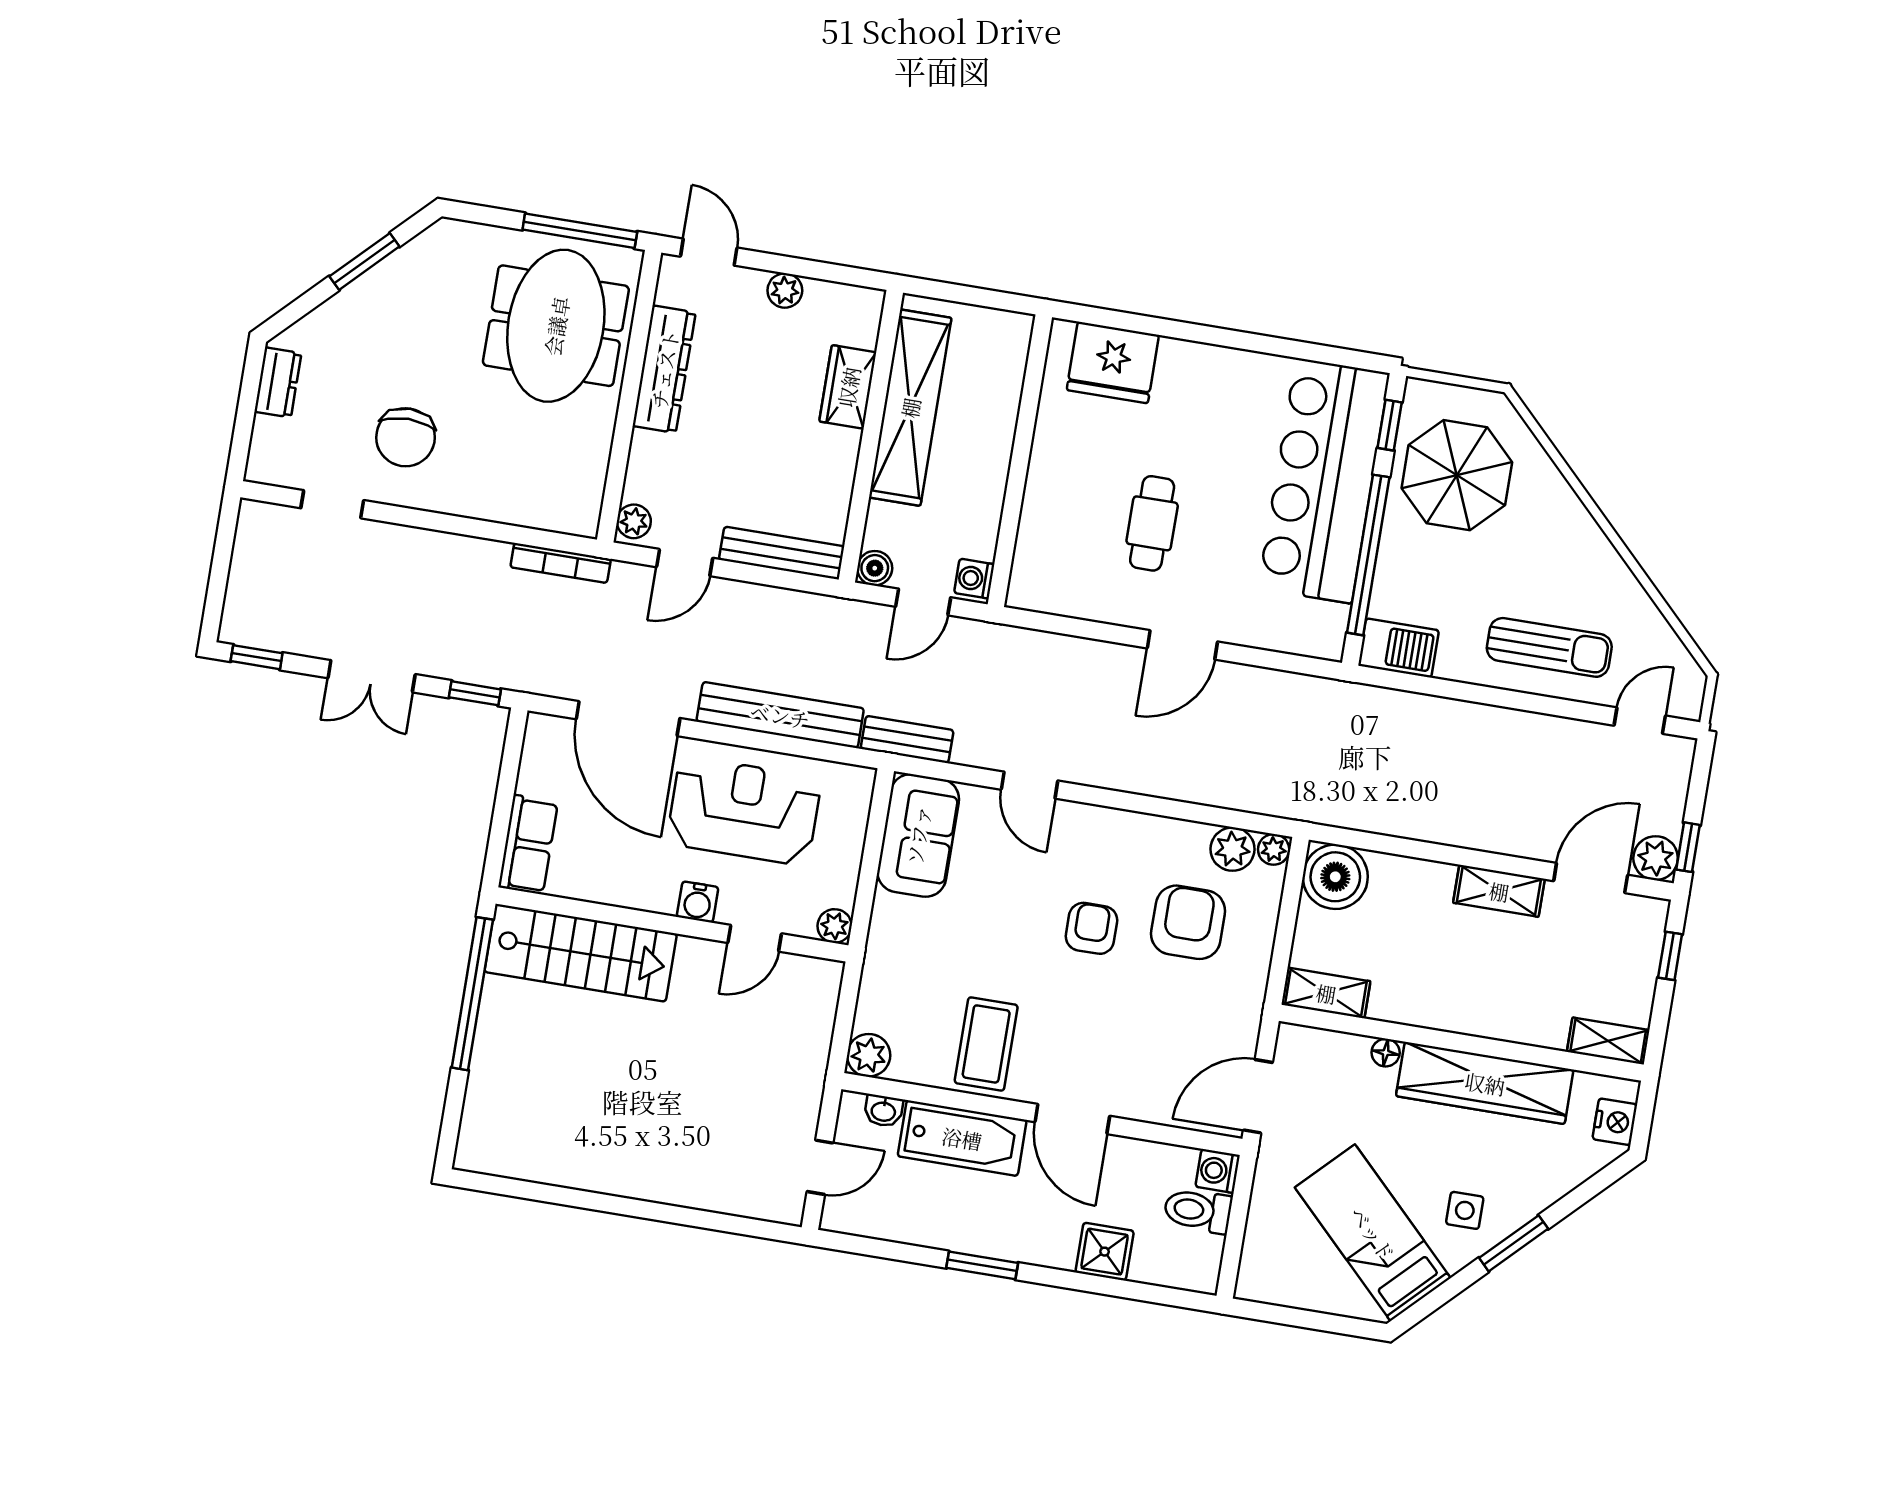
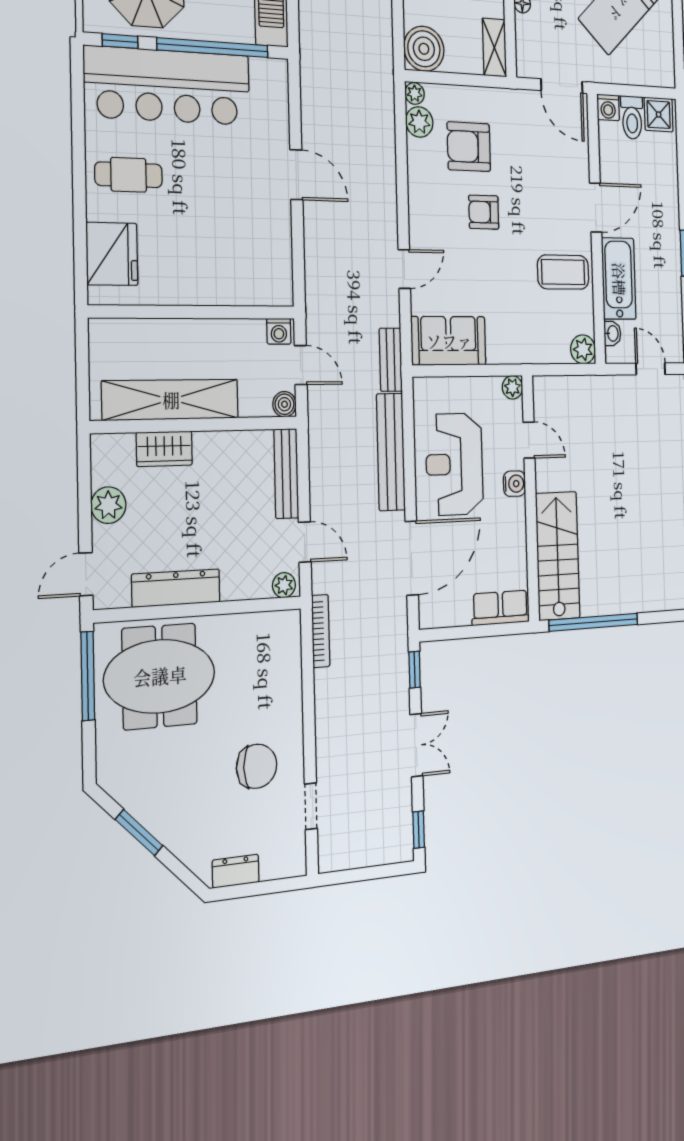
plant: (785, 290) -> (108, 505), width x1.38, depth x1.38
cafe table: (1152, 523) -> (129, 175), moved
shower: (1105, 1252) -> (659, 115), moved

